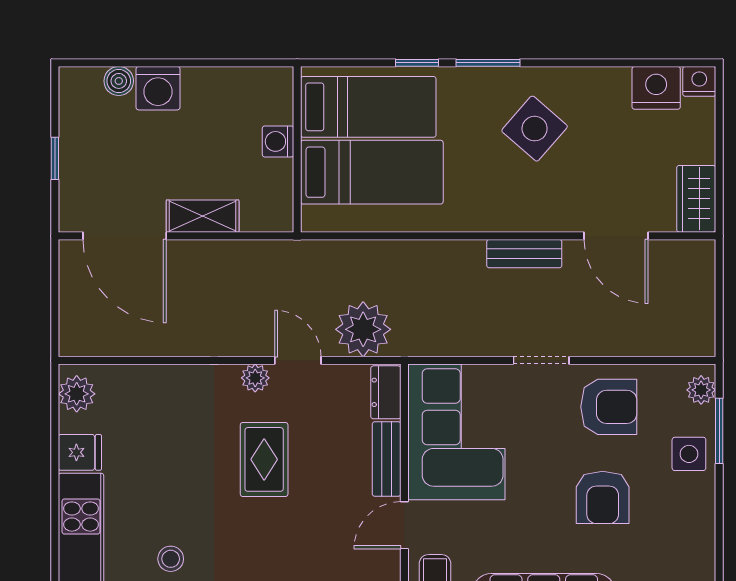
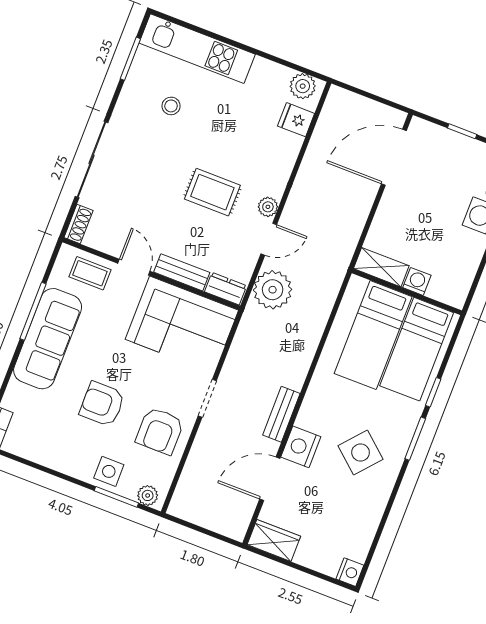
nightstand: (656, 88) -> (301, 447), moved, turned 180
shelving: (203, 216) -> (381, 267), moved, turned 90
fridge: (80, 452) -> (296, 120), moved, turned 90

